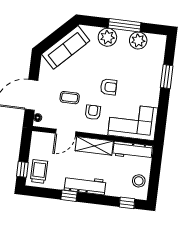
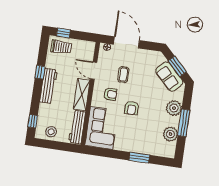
window: (58, 34) -> (177, 66), added
sofa: (66, 47) -> (169, 77), width x0.73

